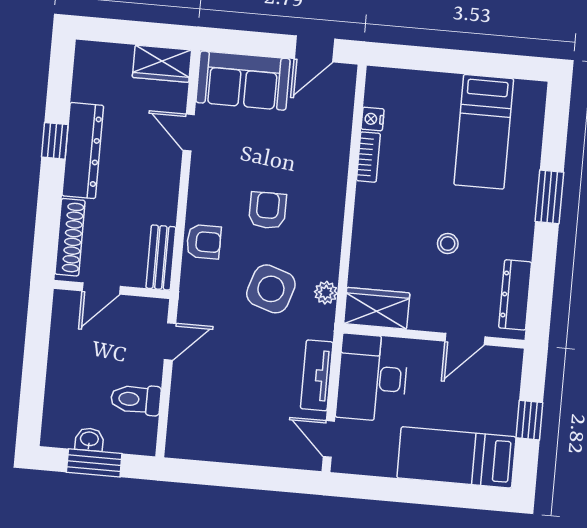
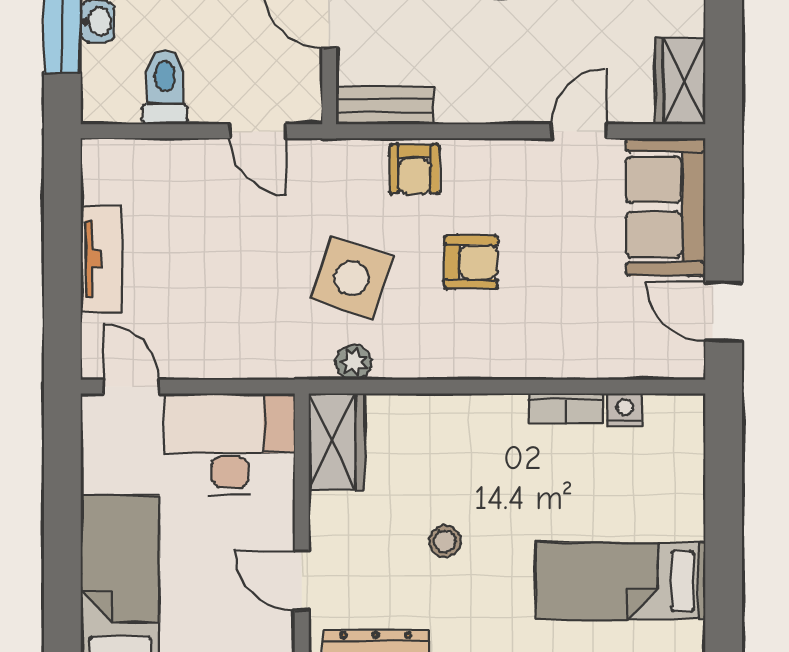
tv unit: (317, 375) -> (101, 259), moved, turned 90
door: (329, 439) -> (131, 387), hinge flipped

